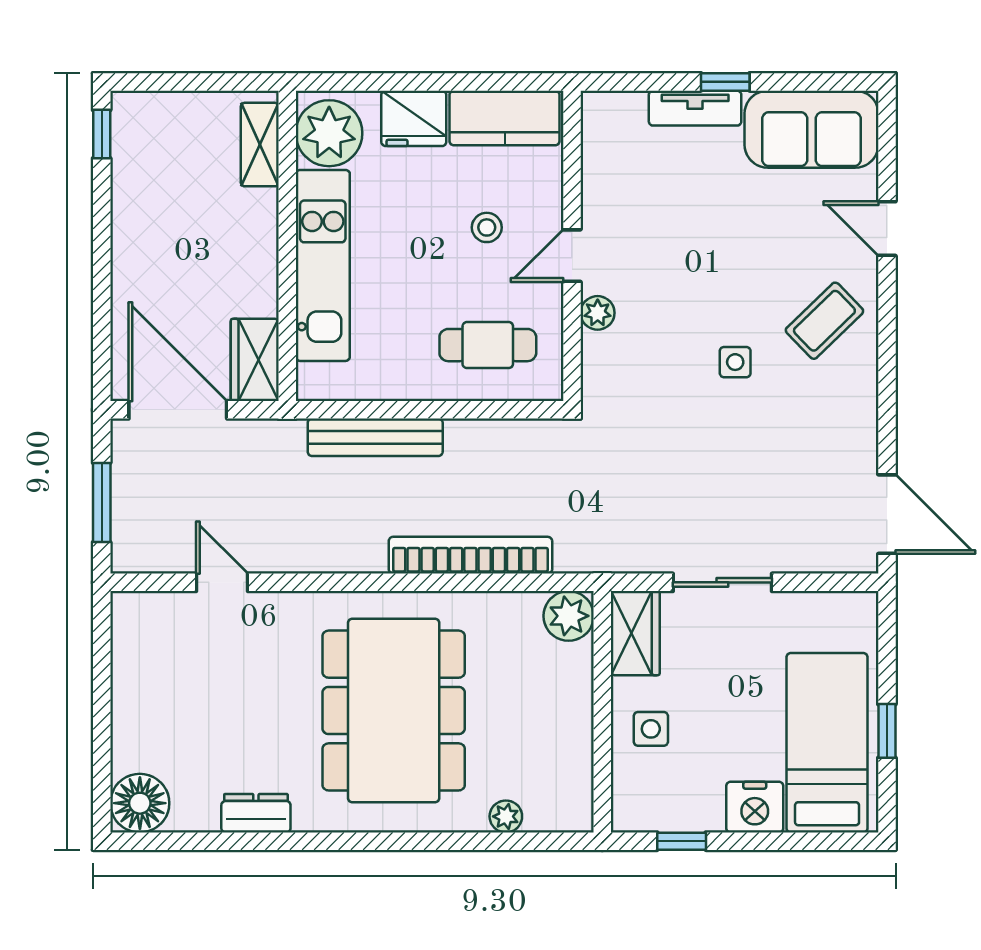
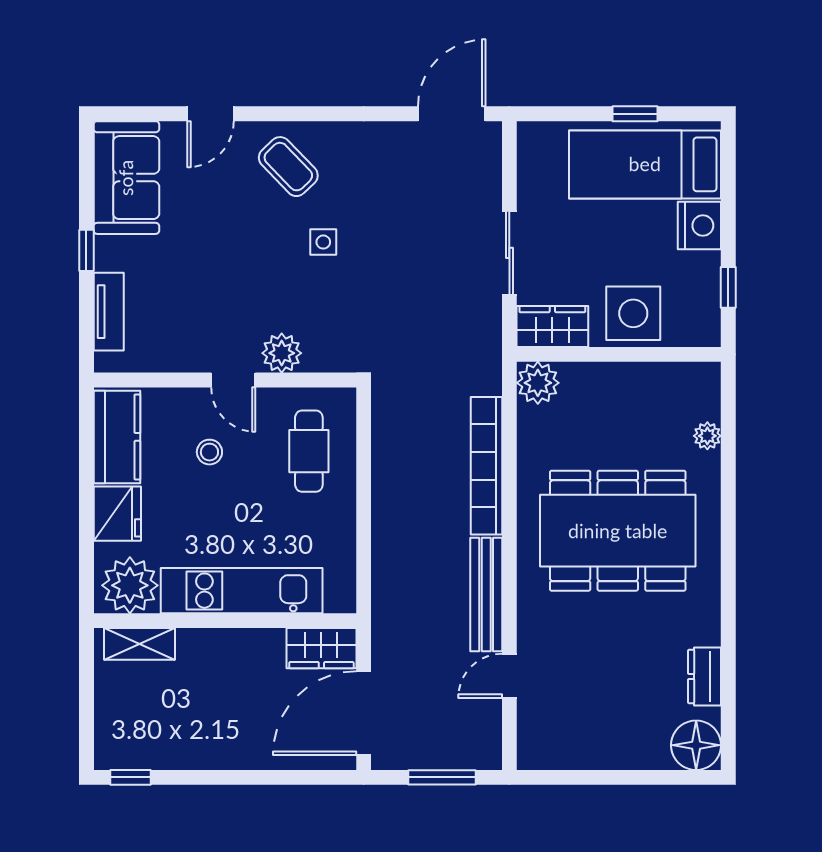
tv unit: (695, 108) -> (109, 312), moved
plant: (598, 313) -> (282, 353), width x1.38, depth x1.38
bench: (375, 437) -> (486, 595), moved
side table: (651, 729) -> (633, 313), width x1.87, depth x1.87
dresser: (256, 813) -> (705, 676), moved

